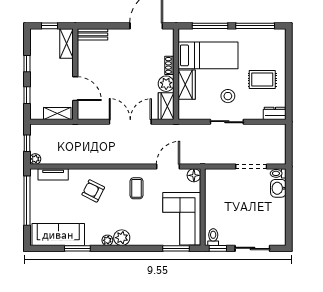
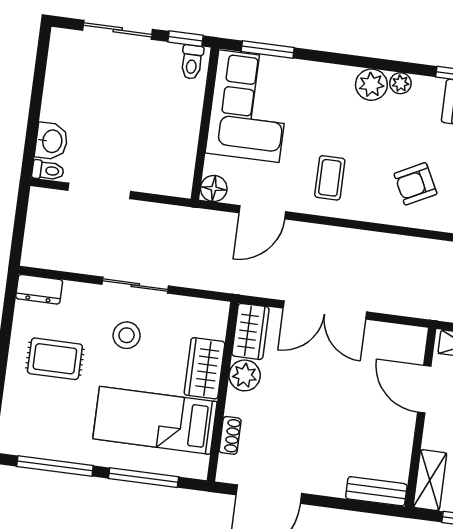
shoe rack: (169, 65) -> (230, 435), moved
armchair: (93, 191) -> (415, 184), turned 126

